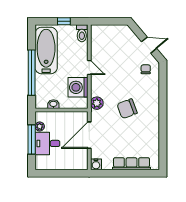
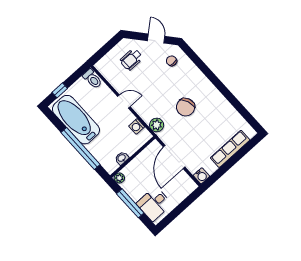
window: (64, 21) -> (60, 90), moved
wheelchair: (120, 44) -> (131, 59), added
door: (149, 45) -> (156, 39), hinge flipped
washing machine: (78, 87) -> (137, 126), width x0.53, depth x0.53
plant: (40, 126) -> (119, 178), moved
desk: (47, 143) -> (154, 204), moved

